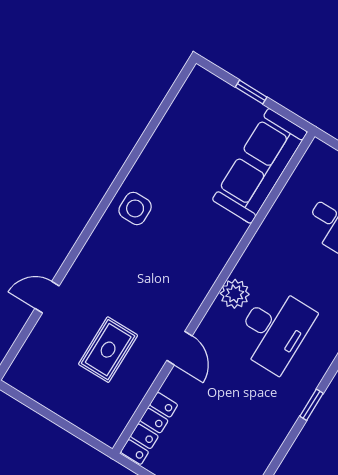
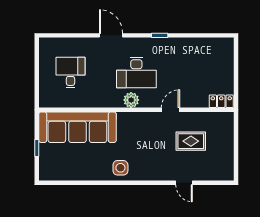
sofa: (260, 166) -> (77, 127), width x1.36, depth x1.27
desk: (274, 330) -> (136, 73), turned 180
locker: (149, 428) -> (221, 101), width x0.66

